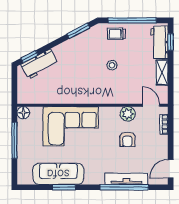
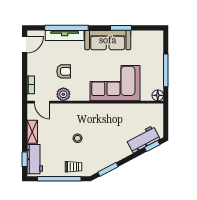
armchair: (127, 139) -> (64, 71), turned 90
sofa: (58, 174) -> (108, 40), moved

